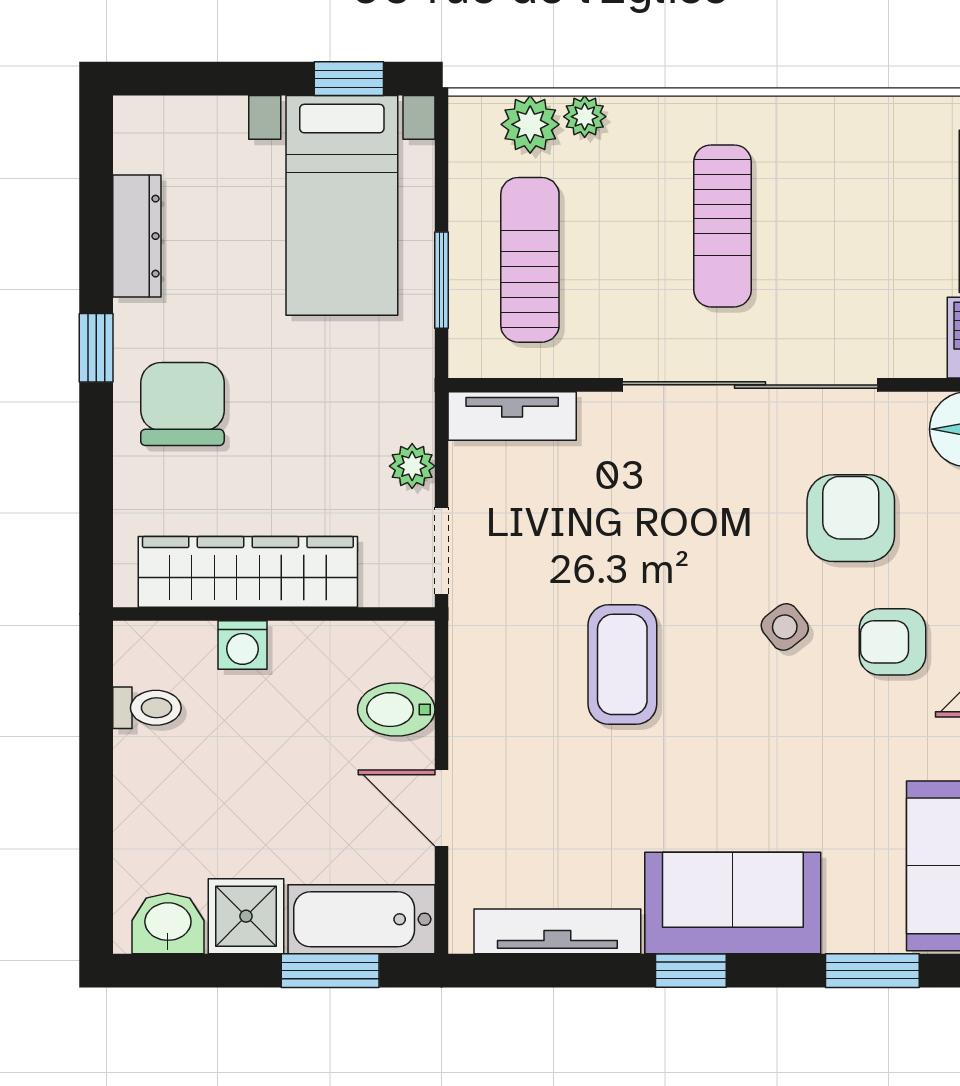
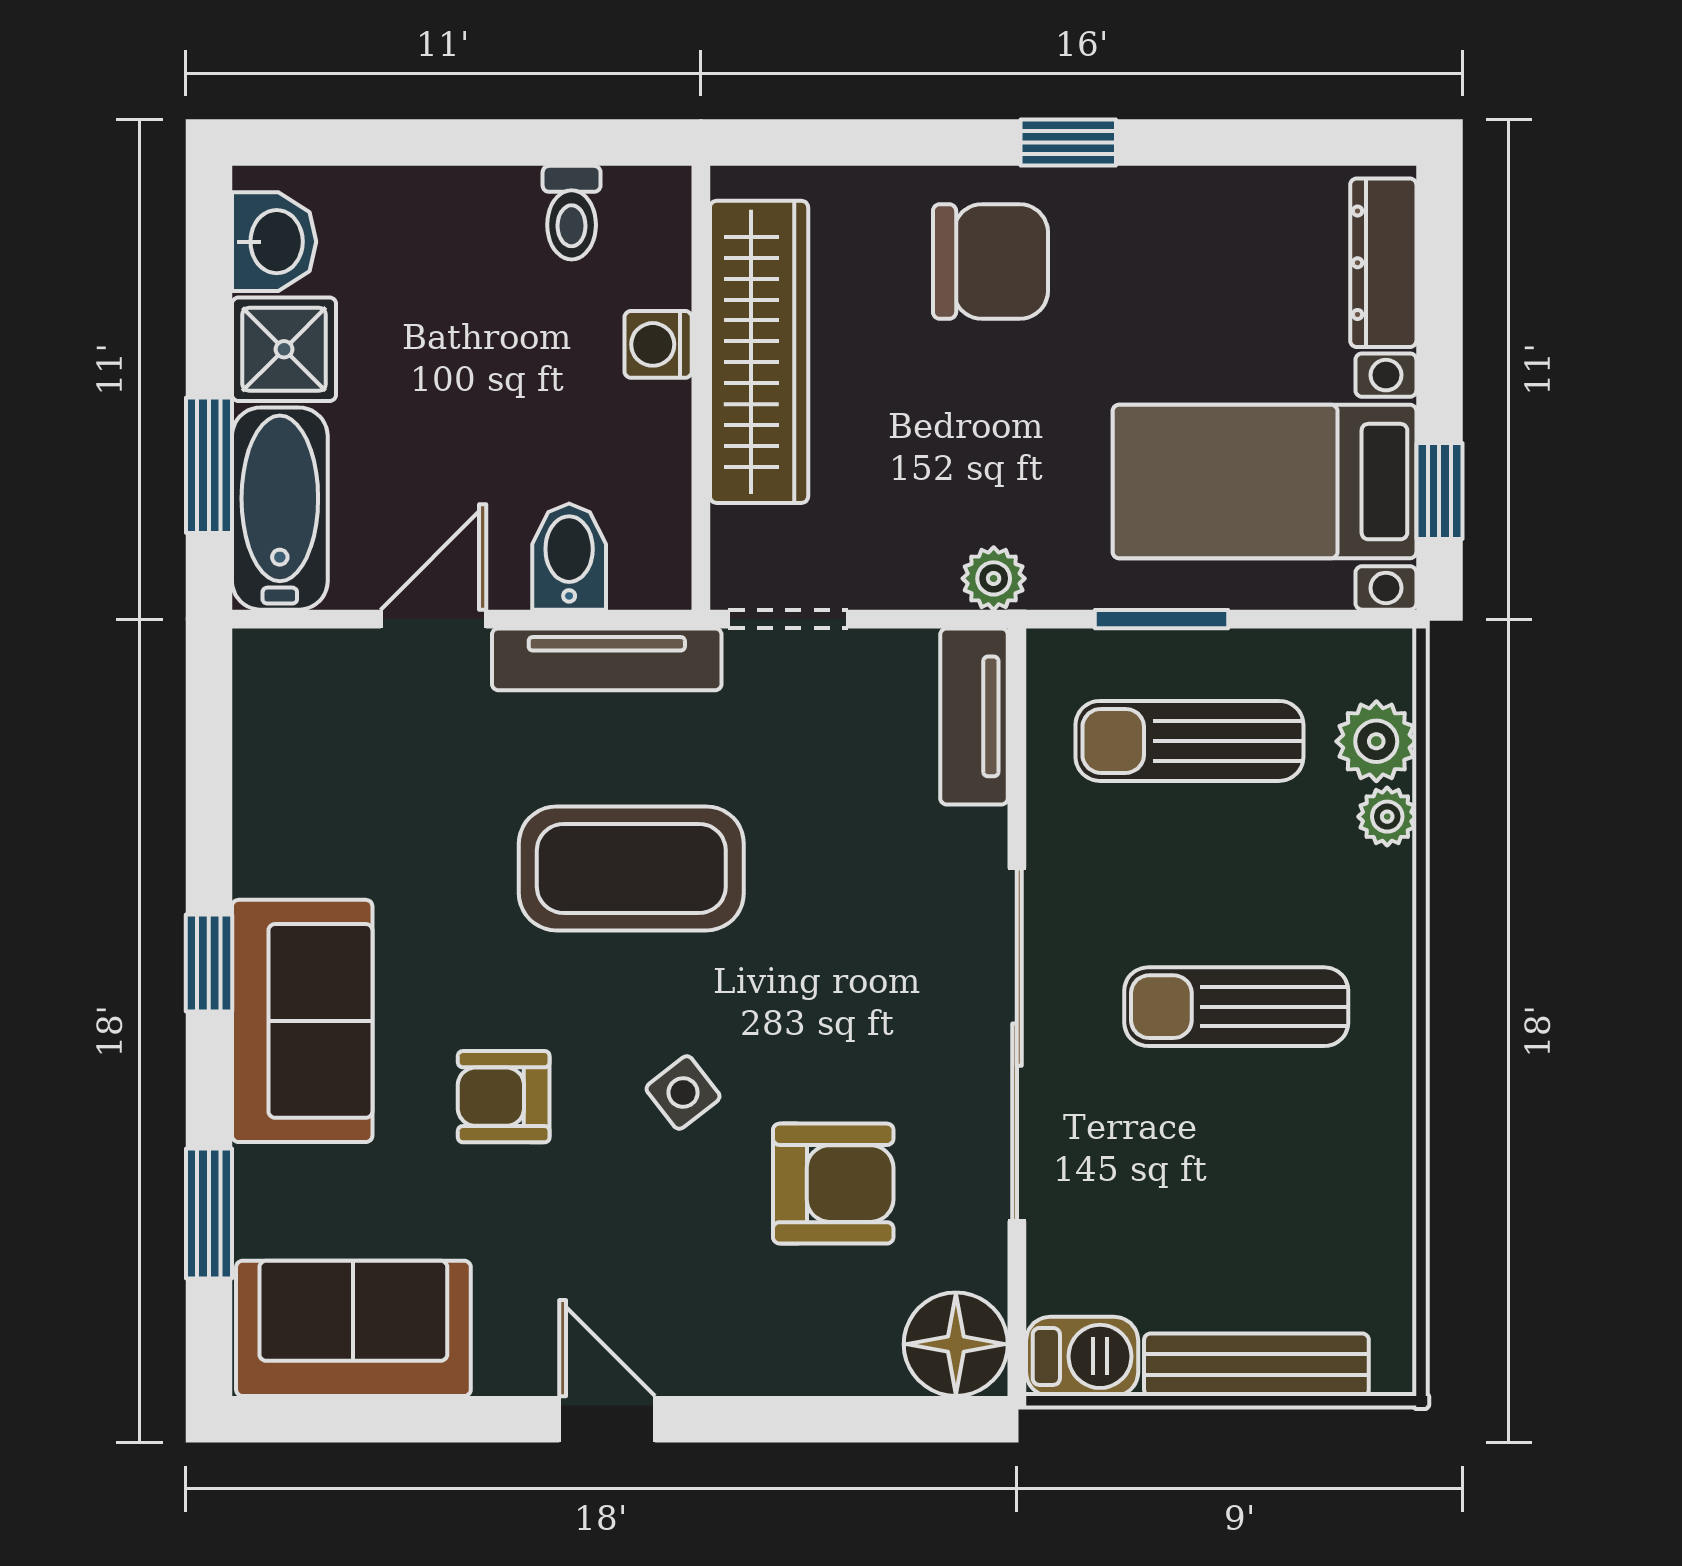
dresser: (137, 236) -> (1383, 263), moved, turned 90
sun lounger: (530, 260) -> (1189, 741), turned 180
plant: (412, 466) -> (994, 578), moved
armchair: (892, 642) -> (504, 1097), moved, turned -90
coffee table: (622, 664) -> (631, 868), width x1.36, depth x1.32
tv unit: (557, 931) -> (607, 659), moved, turned 90

